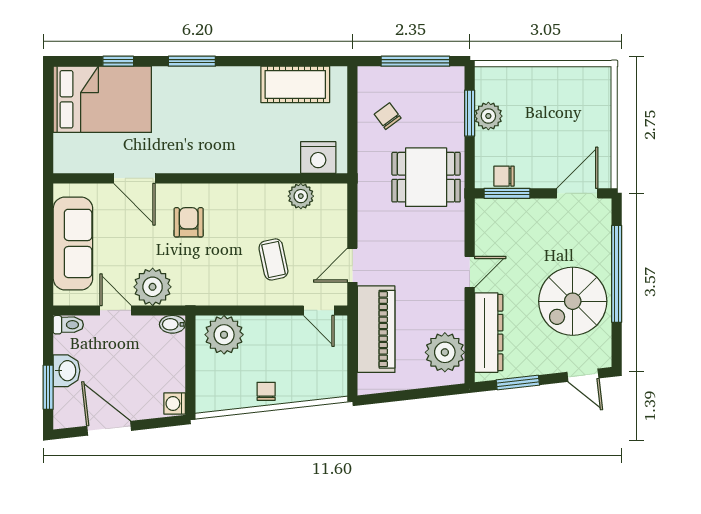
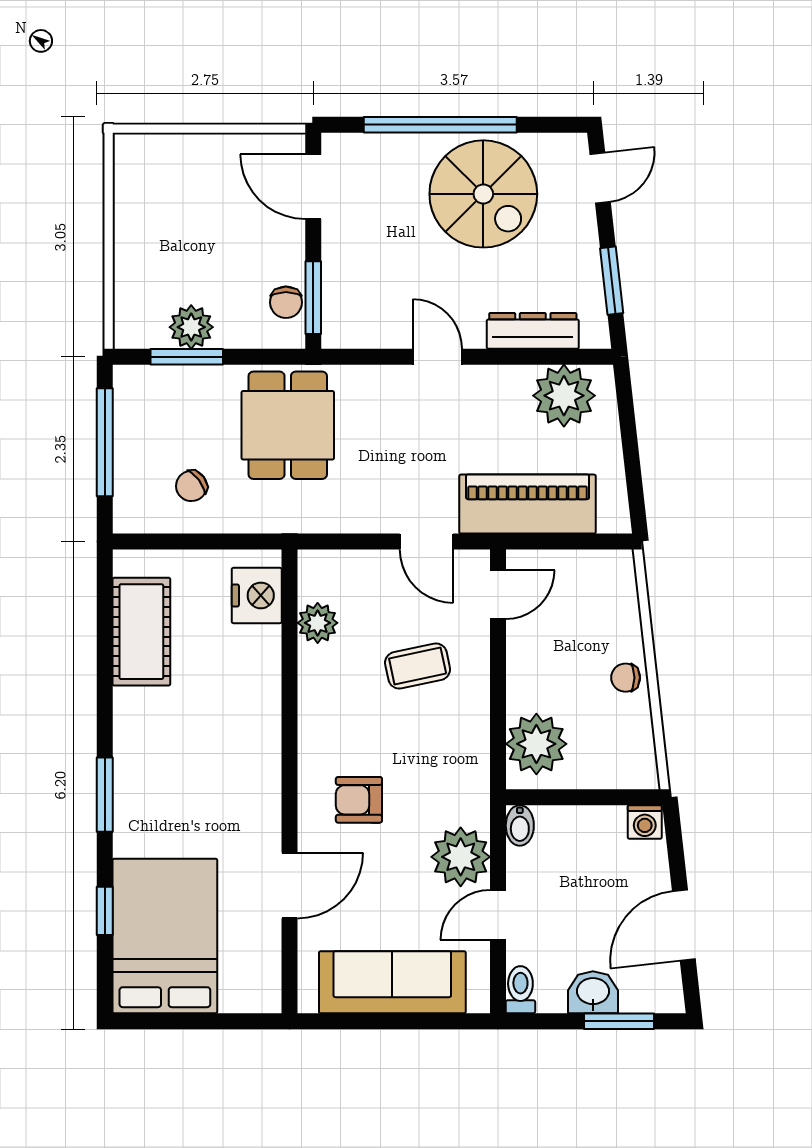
dresser: (489, 333) -> (533, 331), width x0.73, depth x0.80

